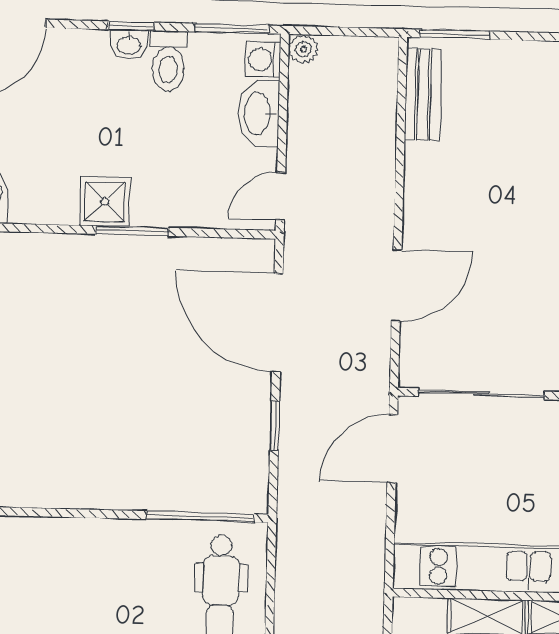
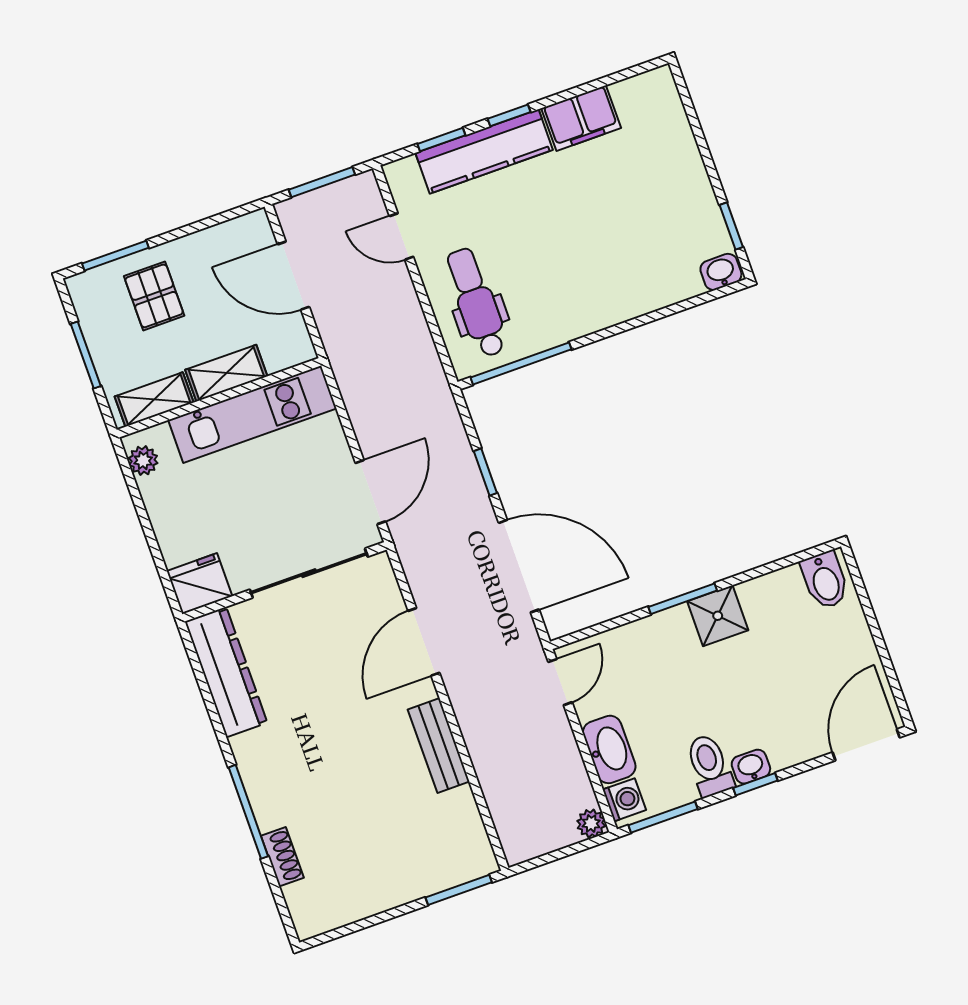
bench: (423, 95) -> (439, 745), moved

